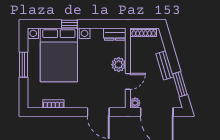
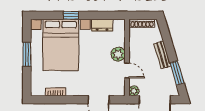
dresser: (115, 34) -> (102, 25), moved
door: (128, 81) -> (127, 70), hinge flipped

